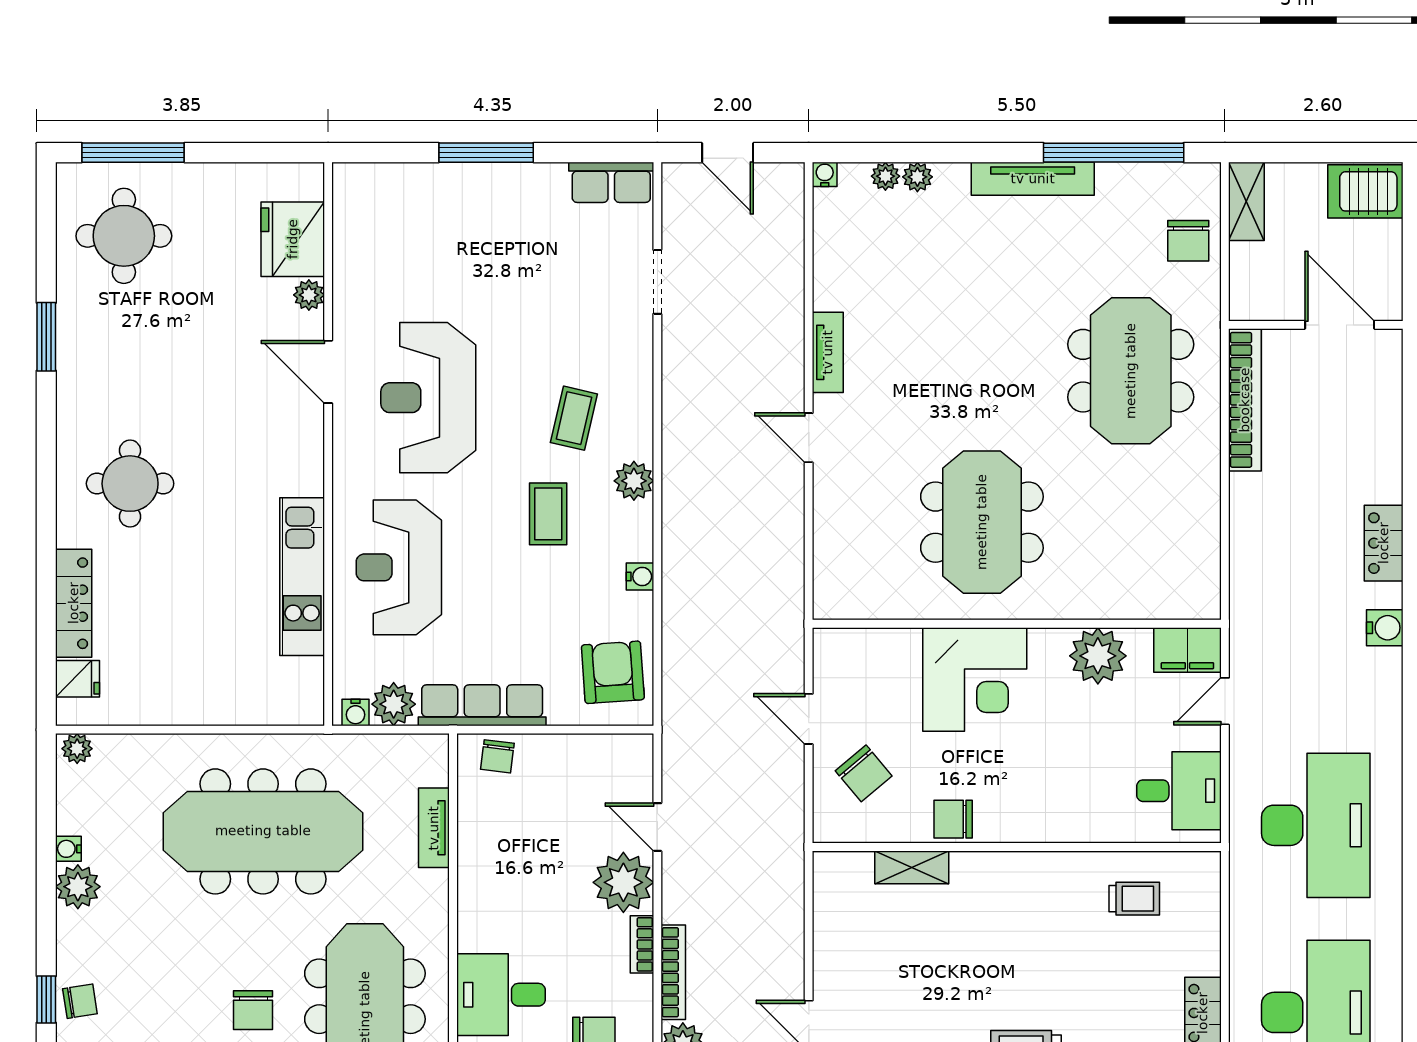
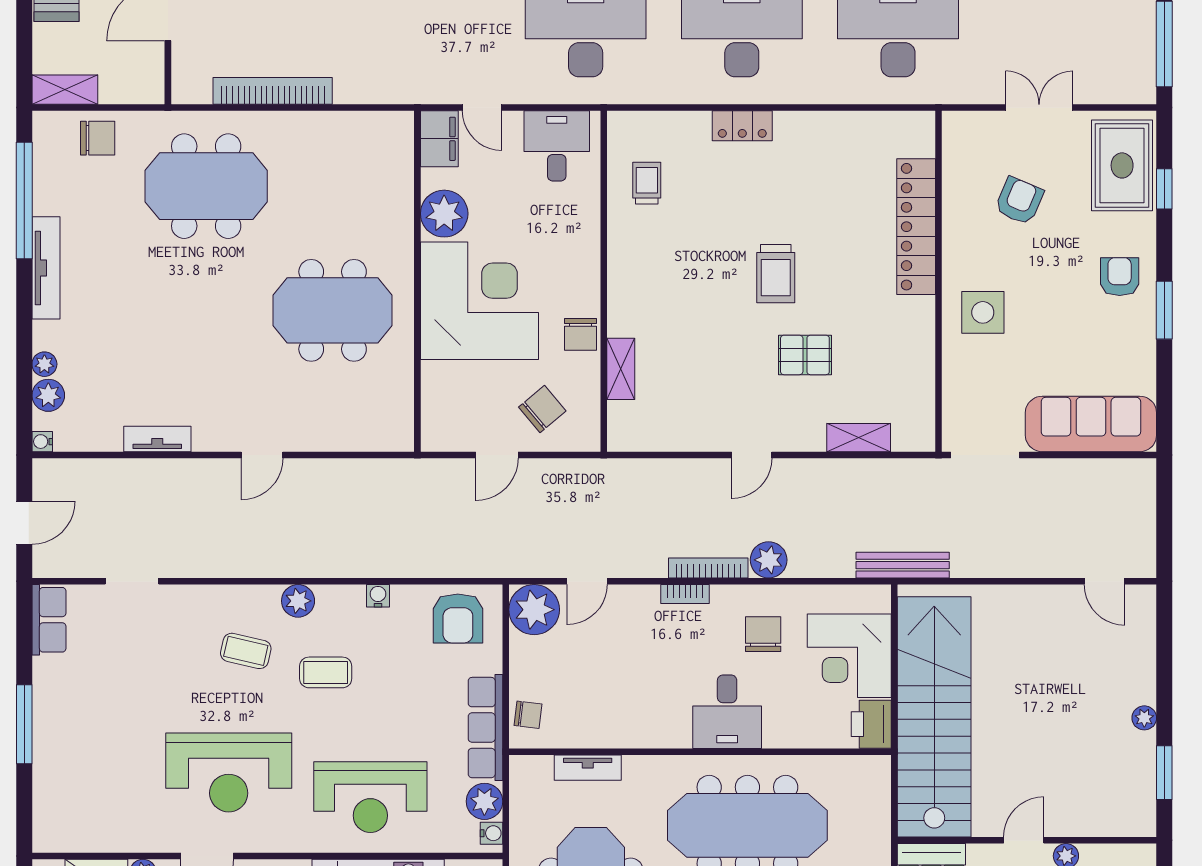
plant: (885, 176) -> (48, 395), width x1.38, depth x1.38
tv unit: (828, 352) -> (157, 439), moved
bookcase: (1245, 400) -> (273, 91), moved
armchair: (613, 672) -> (458, 618), turned -86
corner desk: (975, 679) -> (479, 301), width x1.36, depth x1.36
plant: (623, 882) -> (534, 610), moved

